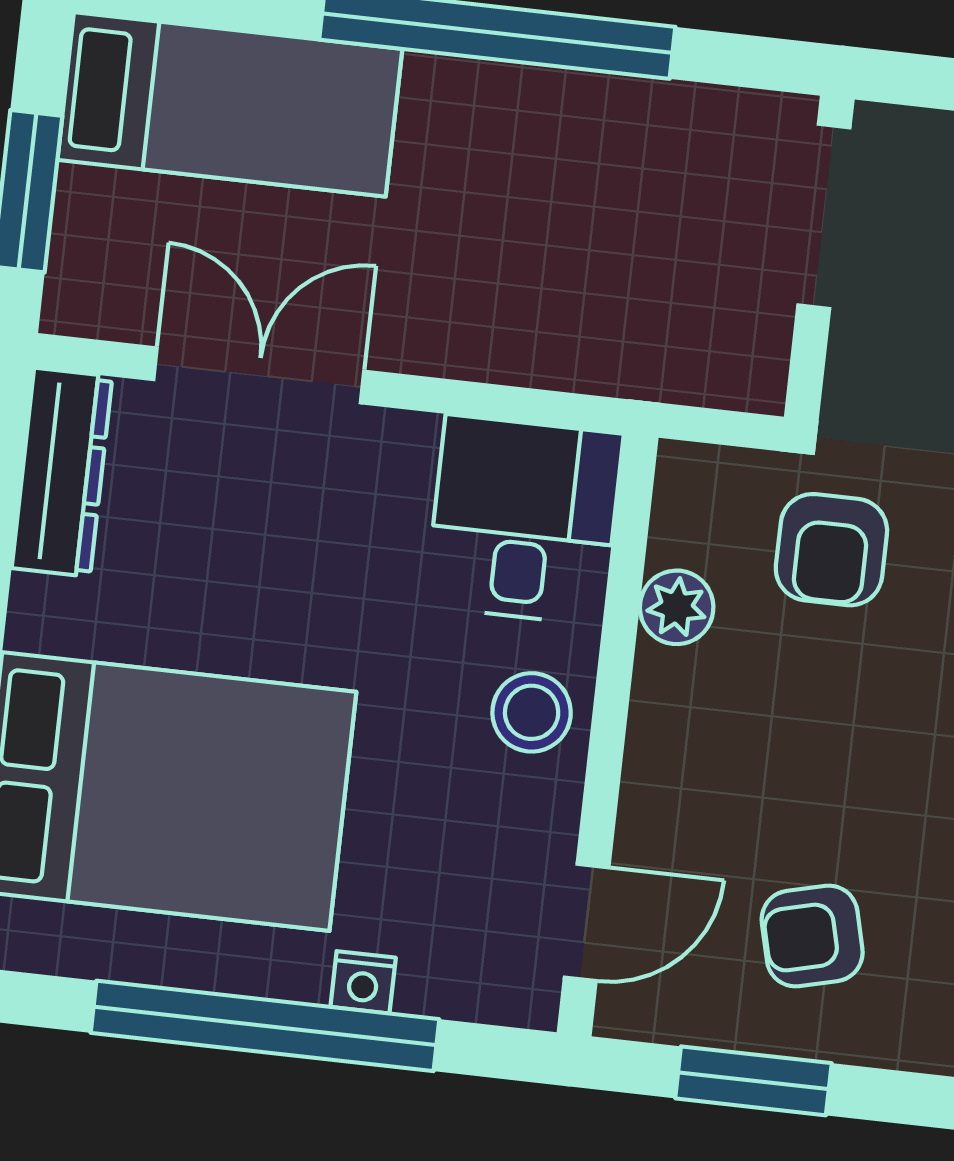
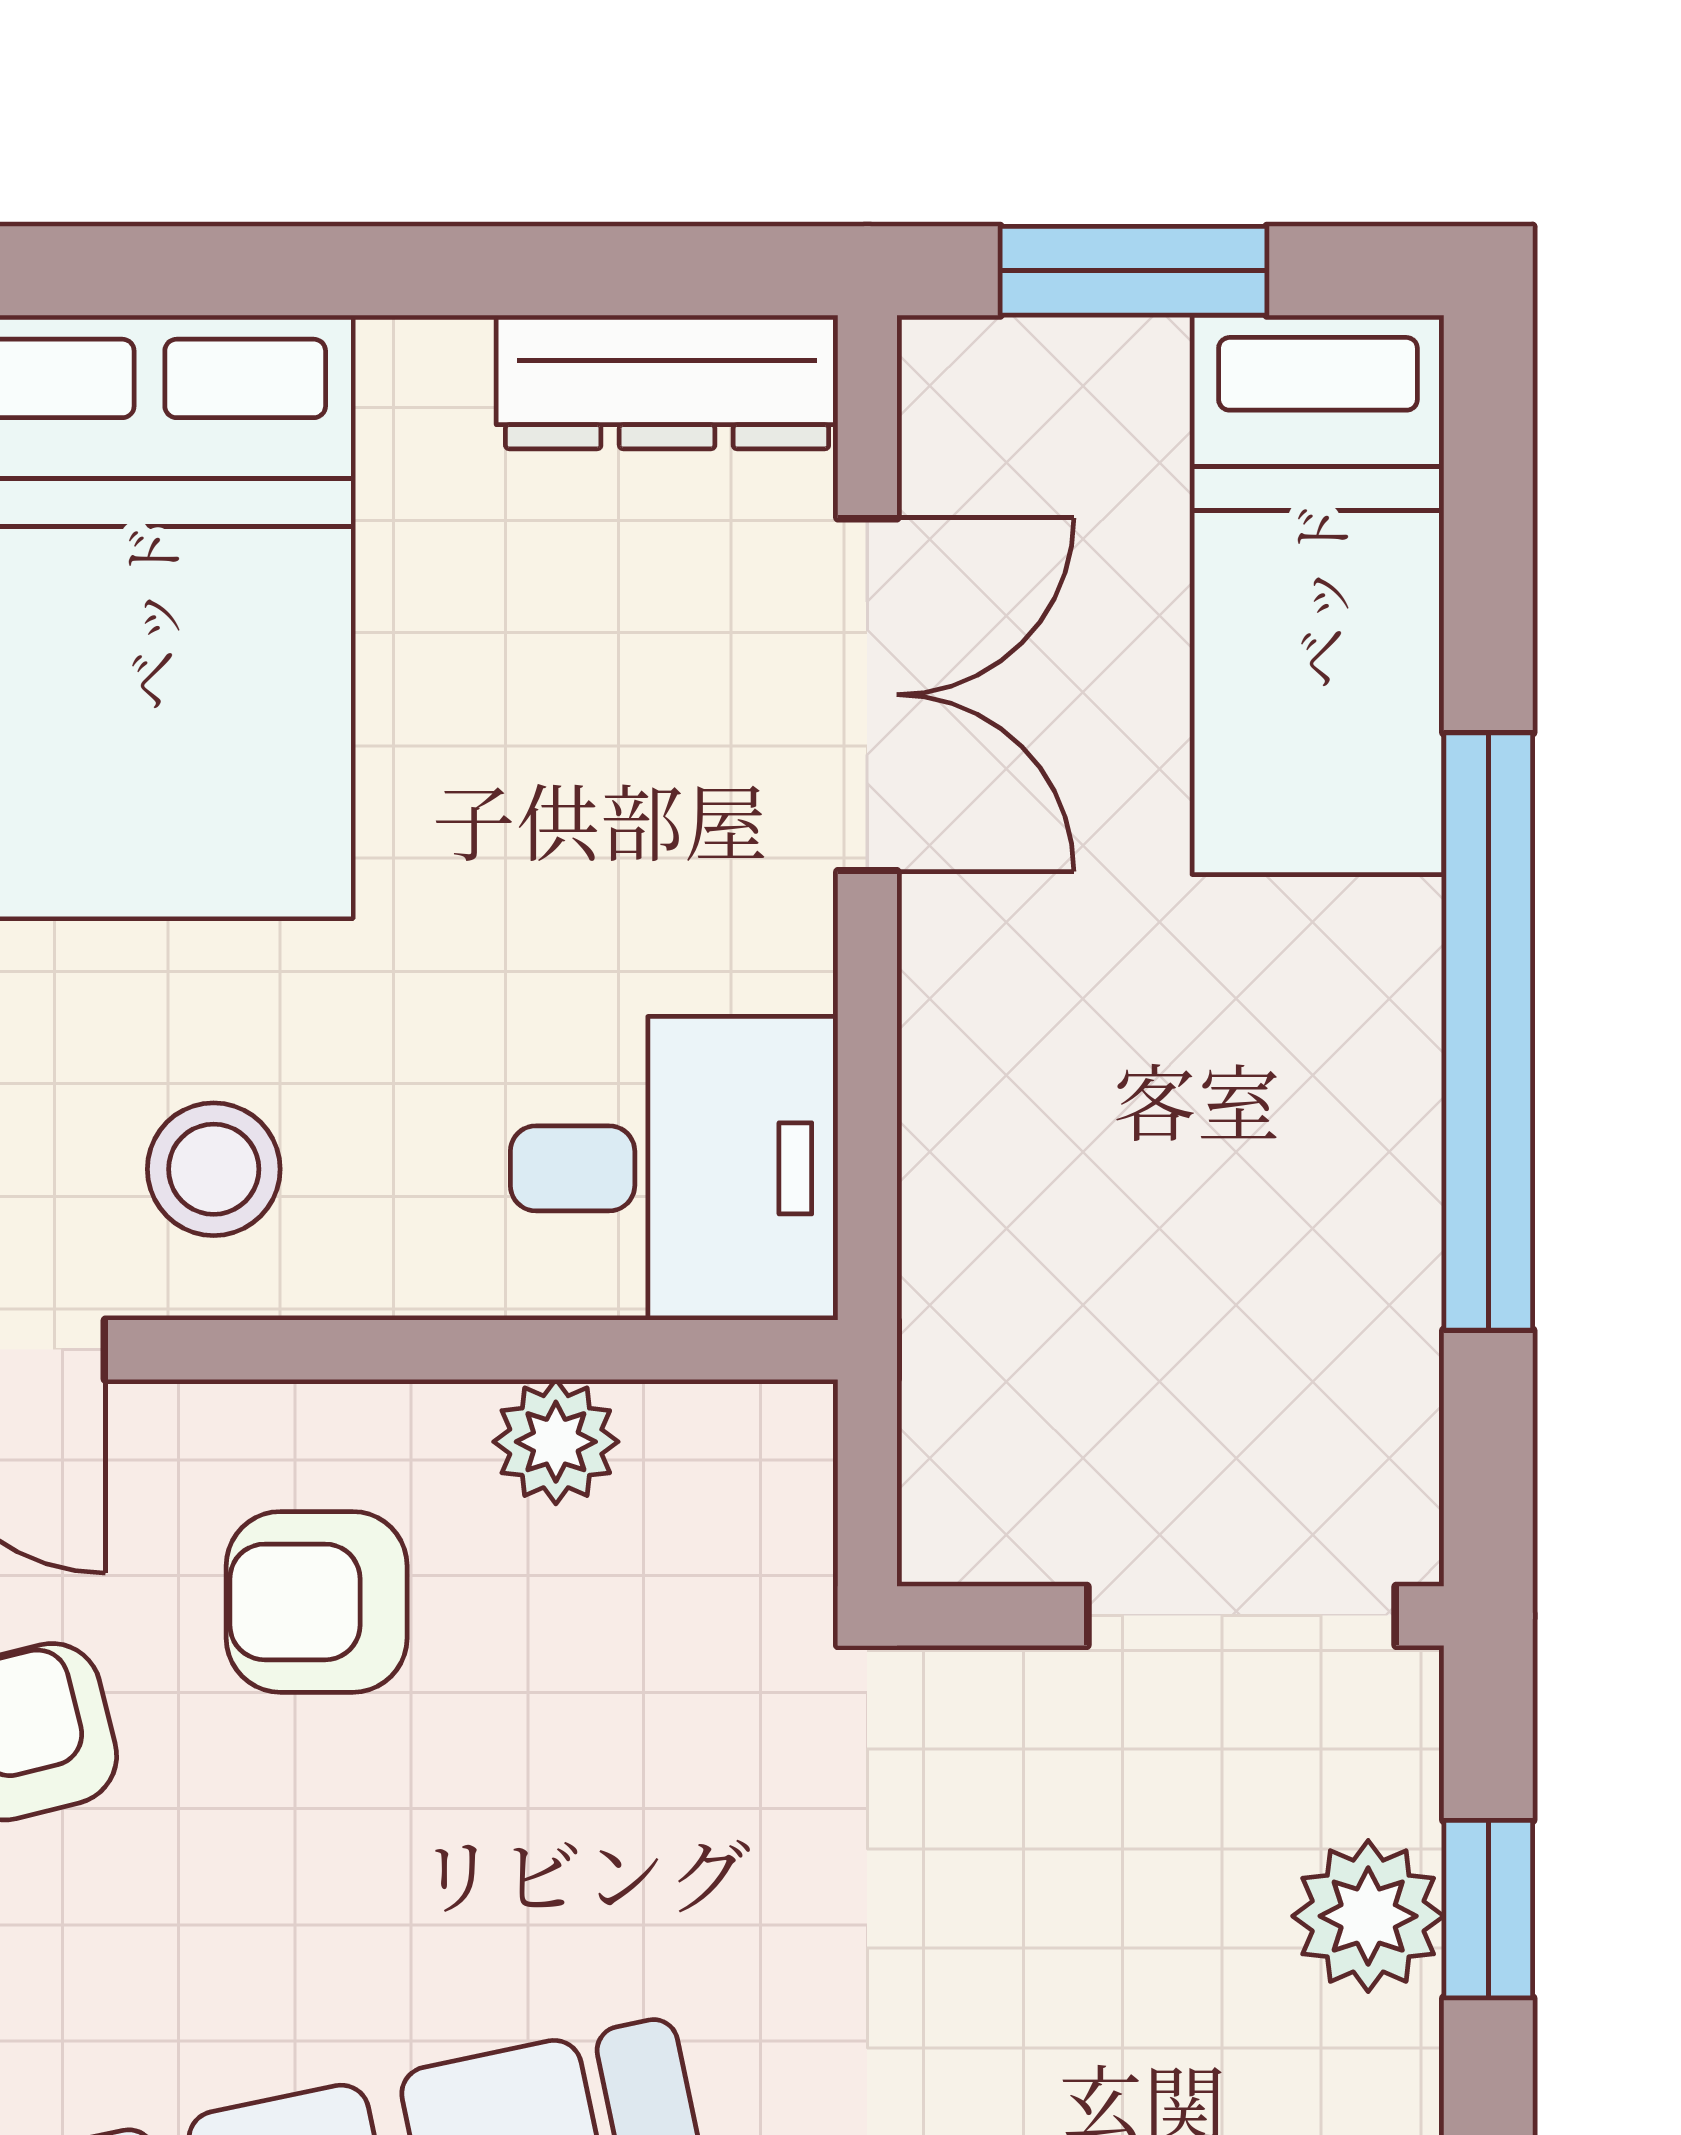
armchair: (831, 550) -> (317, 1602), moved
stool: (532, 712) -> (214, 1169), moved

